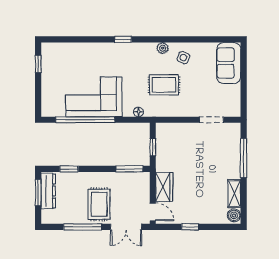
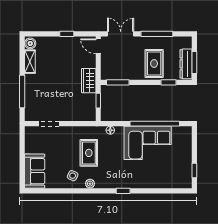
rug: (164, 85) -> (89, 153), turned 90
wardrobe: (164, 187) -> (89, 81), moved
rug: (99, 204) -> (154, 63), moved

